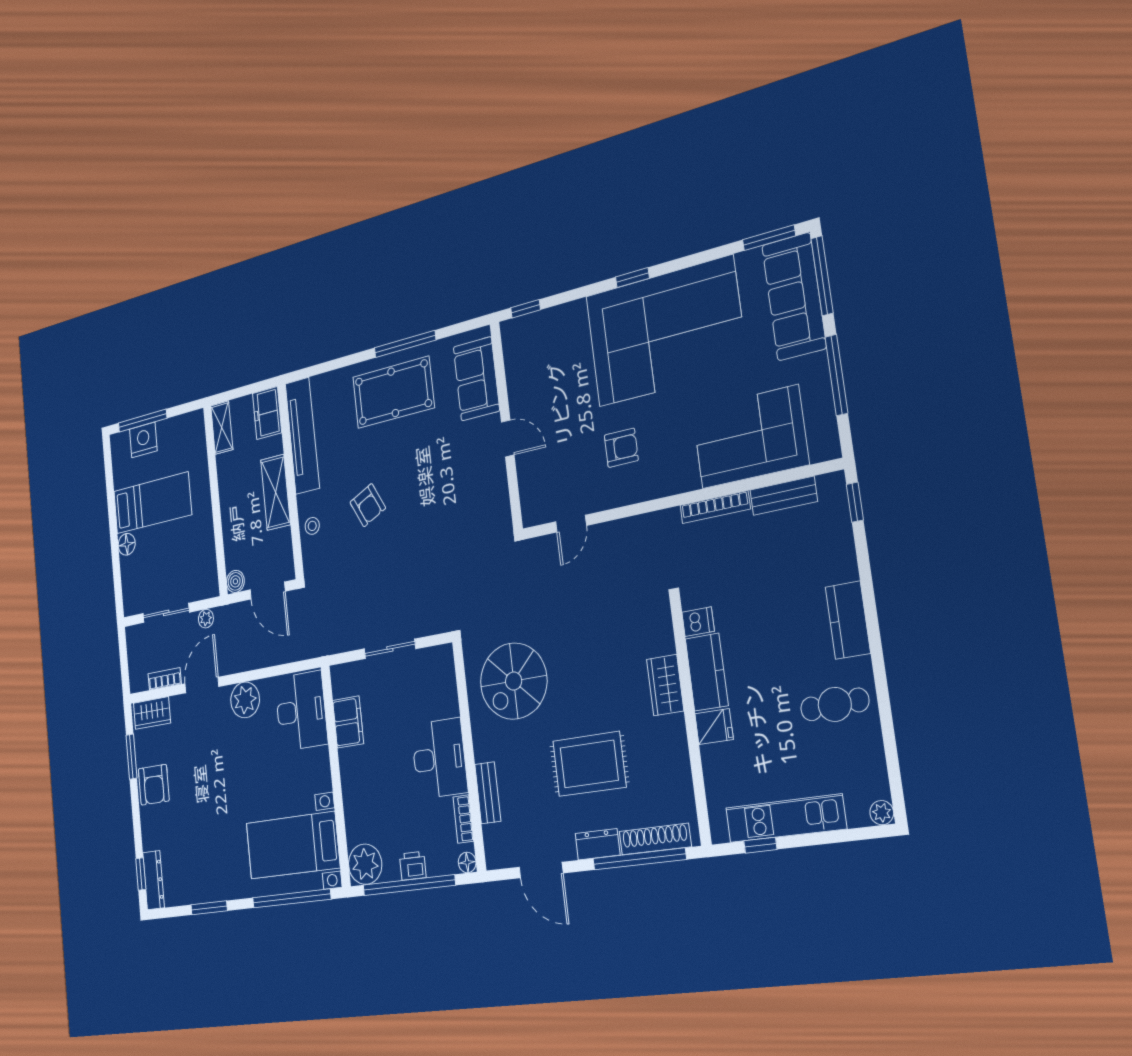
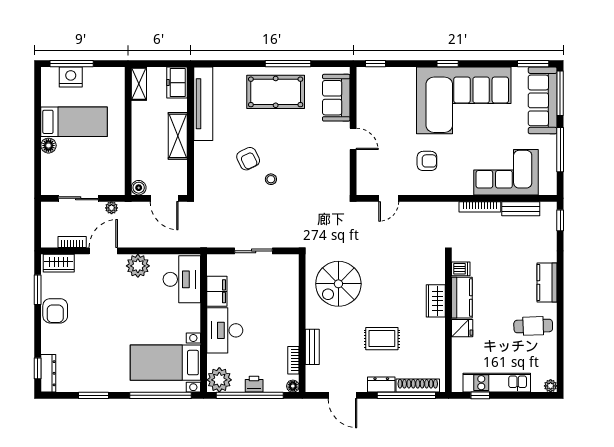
stool: (312, 526) -> (271, 179), moved
desk: (439, 758) -> (225, 330), moved, turned 180
rug: (589, 764) -> (382, 339), width x0.73, depth x0.70

